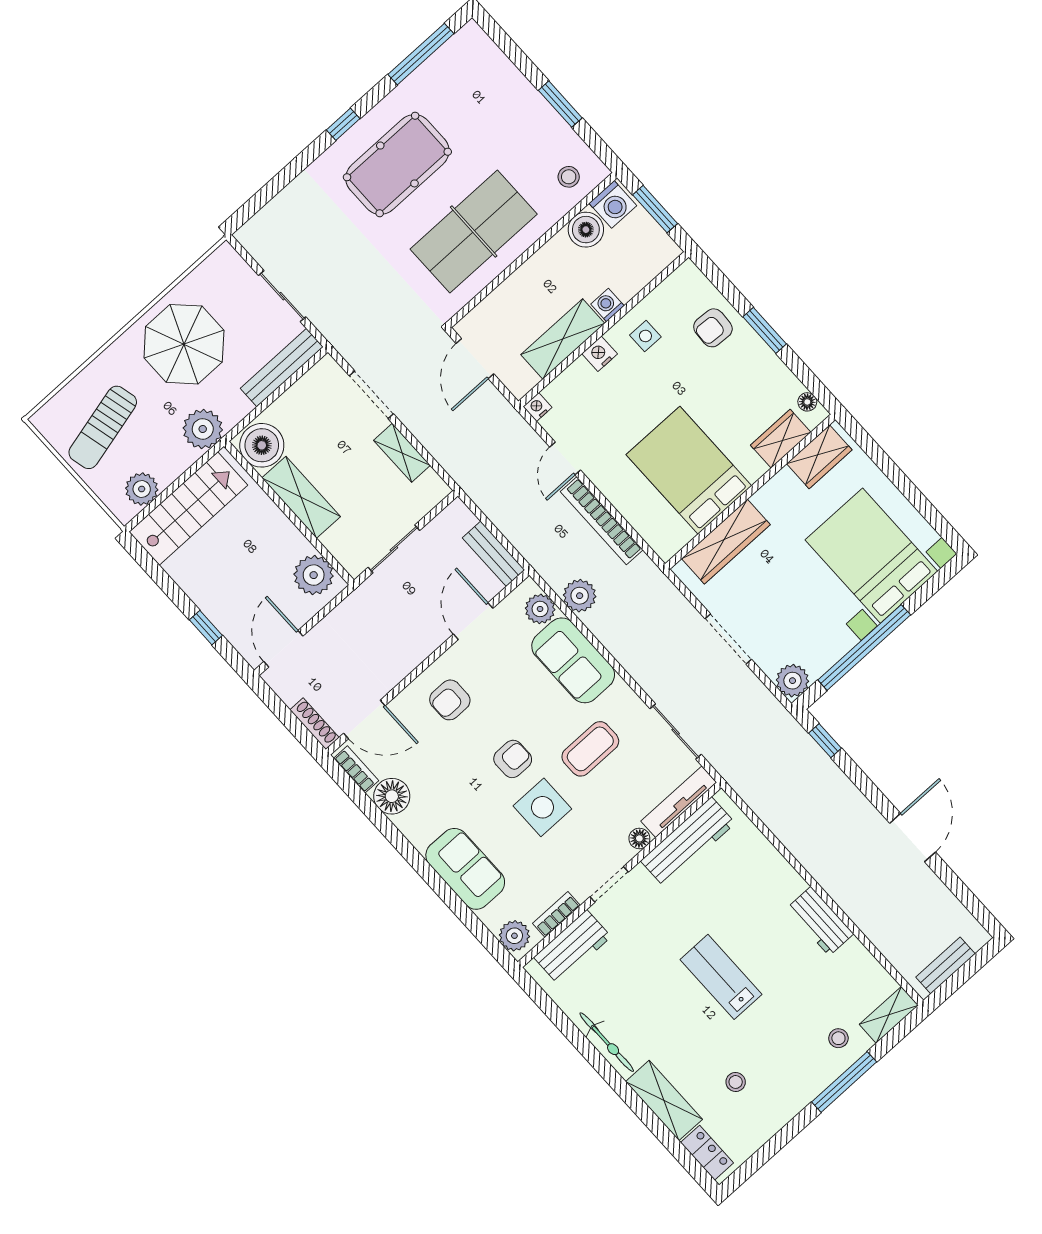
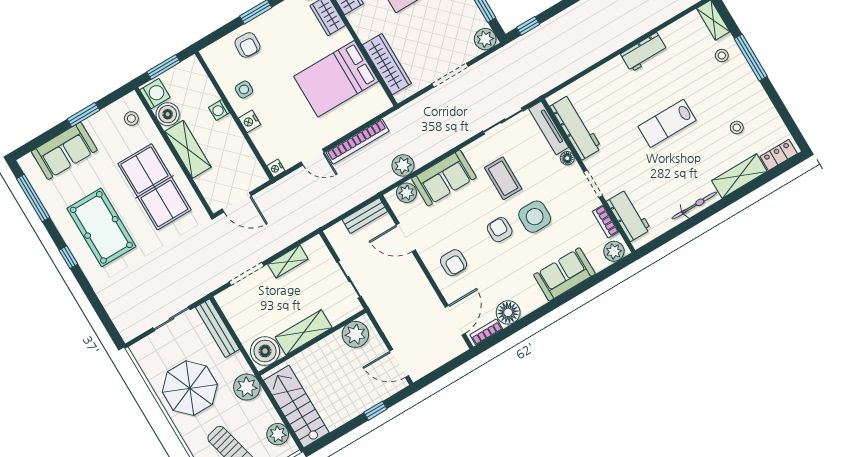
sofa: (501, 86) -> (64, 151), added
shelving: (563, 339) -> (188, 149), moved
shoe rack: (314, 724) -> (451, 353), removed

